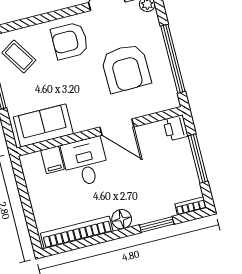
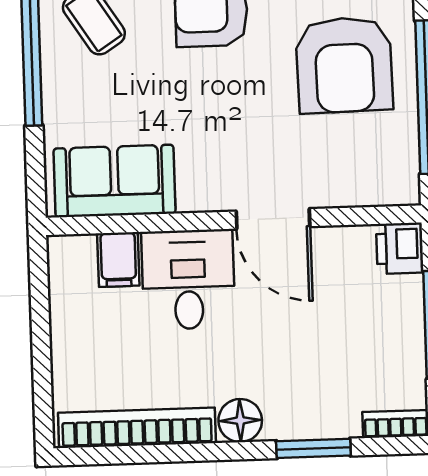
armchair: (126, 68) -> (344, 65), moved

